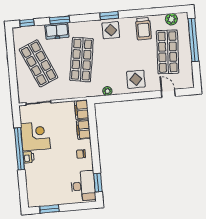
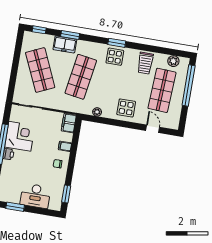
filing cabinet: (83, 130) -> (65, 146), width x0.50
desk: (83, 186) -> (35, 196), moved, turned 90

